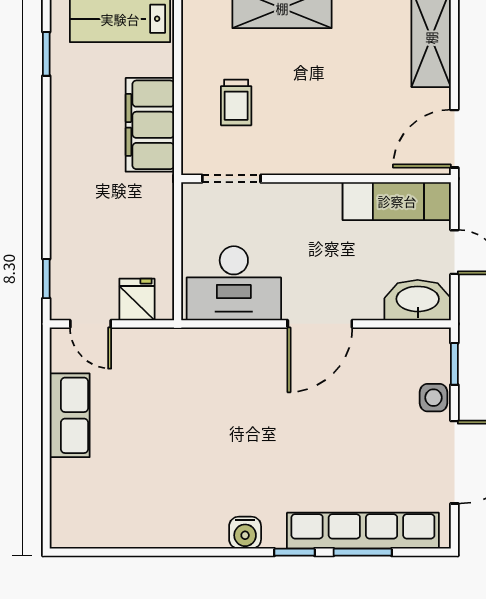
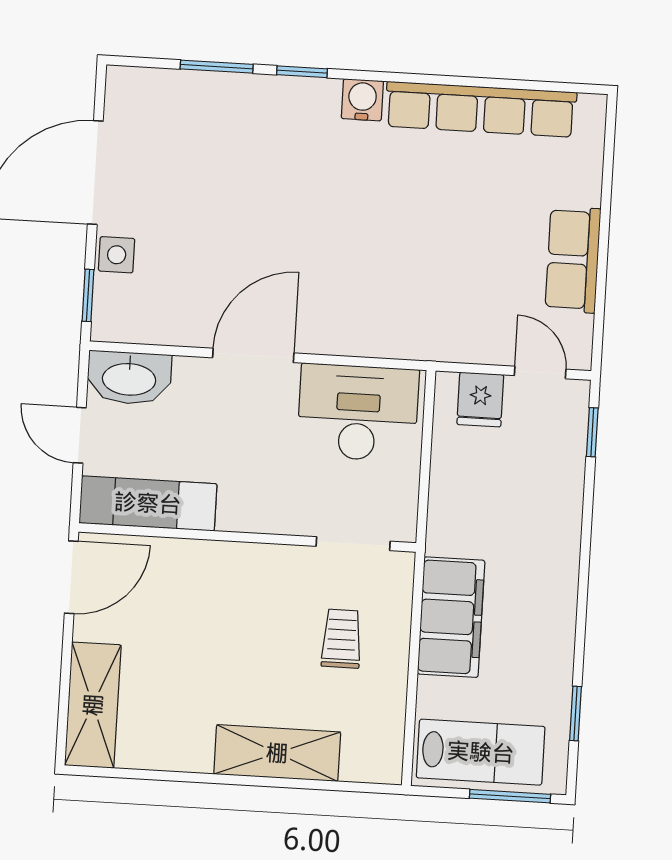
row of seats: (363, 531) -> (481, 109), moved

